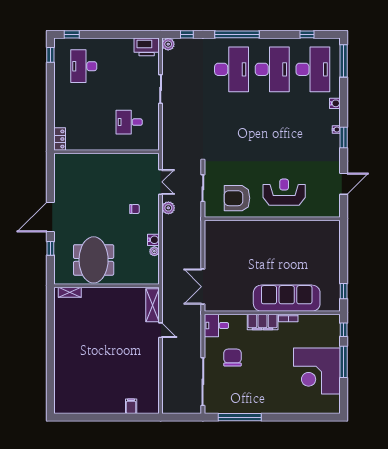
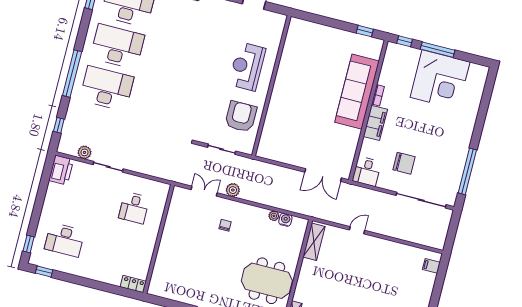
plant: (168, 44) -> (85, 152), moved
armchair: (237, 198) -> (241, 117), turned 180
water cooler: (153, 240) -> (285, 220), moved
shelving: (152, 305) -> (314, 242), moved, turned 90
chair: (232, 358) -> (404, 163), turned 180
filing cabinet: (131, 406) -> (431, 266), moved

